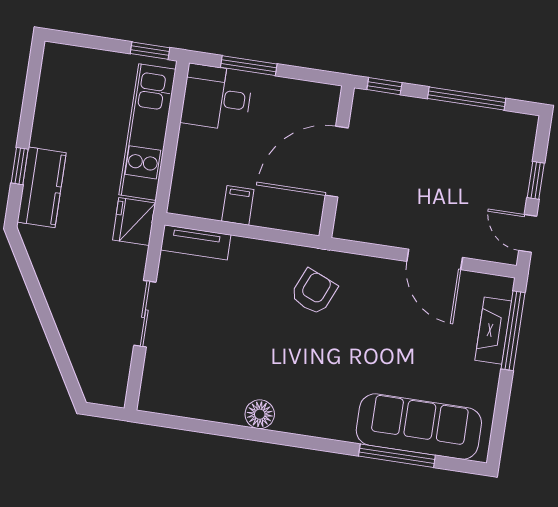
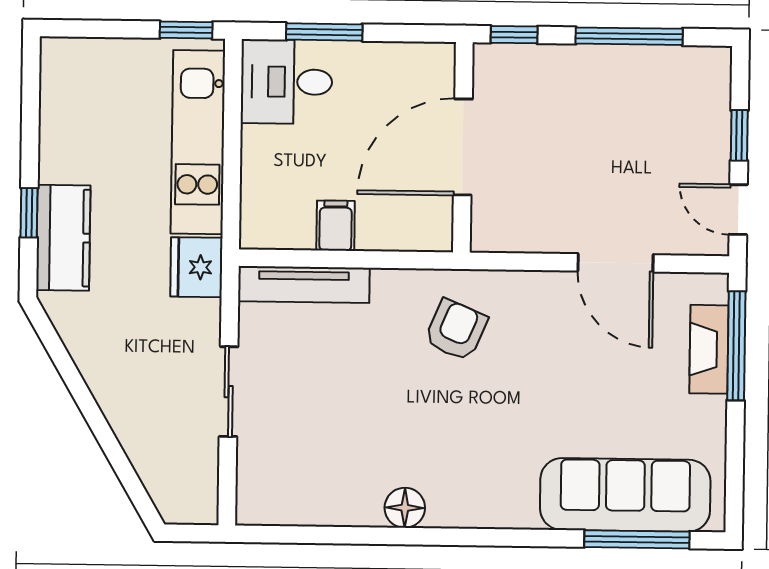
tv unit: (196, 242) -> (304, 284), width x1.41
window: (397, 456) -> (637, 539), moved

